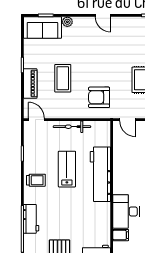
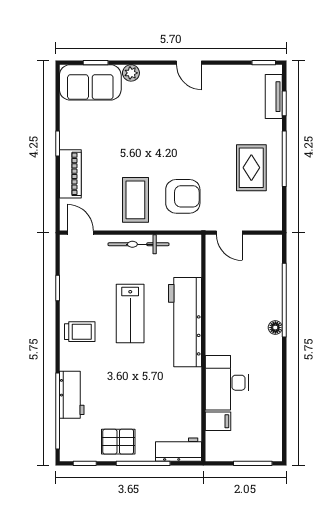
coffee table: (63, 78) -> (135, 200), moved
armchair: (99, 97) -> (183, 196), turned 180
lab bench: (67, 169) -> (130, 313), turned 180

